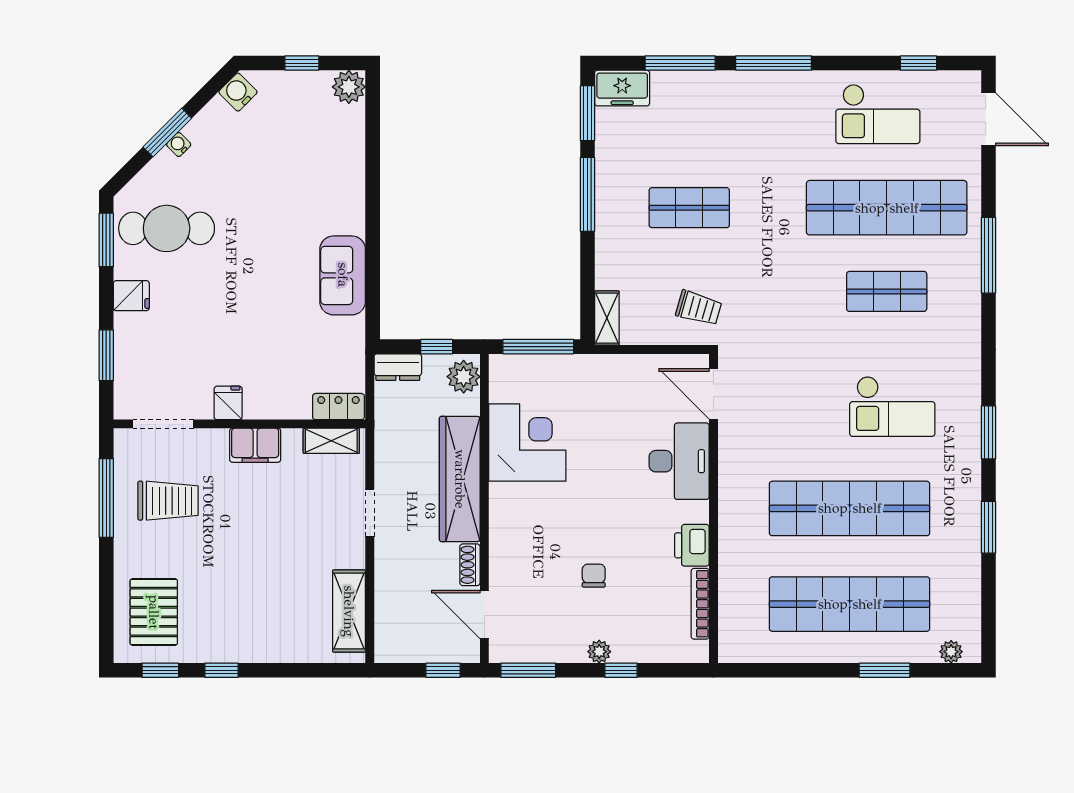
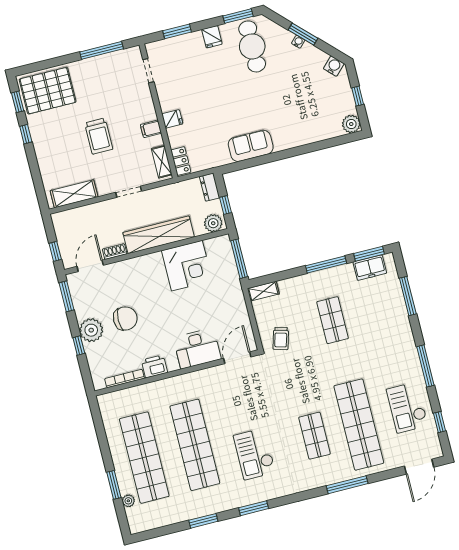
window: (774, 63) -> (425, 366), moved
freezer: (622, 88) -> (370, 268), moved, turned -90
fridge: (228, 403) -> (172, 119), moved
doorway: (163, 424) -> (148, 71), width x0.73
filing cabinet: (255, 445) -> (151, 129), width x0.50
trolley: (168, 501) -> (99, 136), moved
chair: (594, 576) -> (125, 318), width x1.87, depth x1.87
pallet: (154, 612) -> (48, 91), width x1.37, depth x1.41
plant: (599, 652) -> (91, 330), width x1.88, depth x1.88
plant: (951, 652) -> (128, 501), moved

